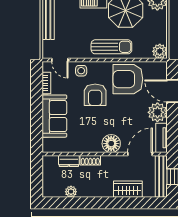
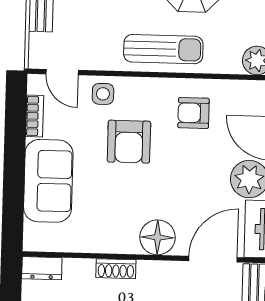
armchair: (128, 79) -> (194, 113), width x0.53, depth x0.53
dresser: (69, 161) -> (42, 268), moved

